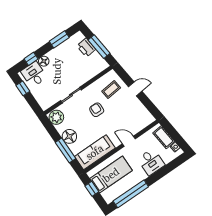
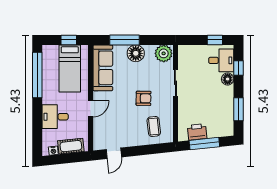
printer: (86, 48) -> (197, 132), moved
door: (135, 89) -> (114, 153), moved

